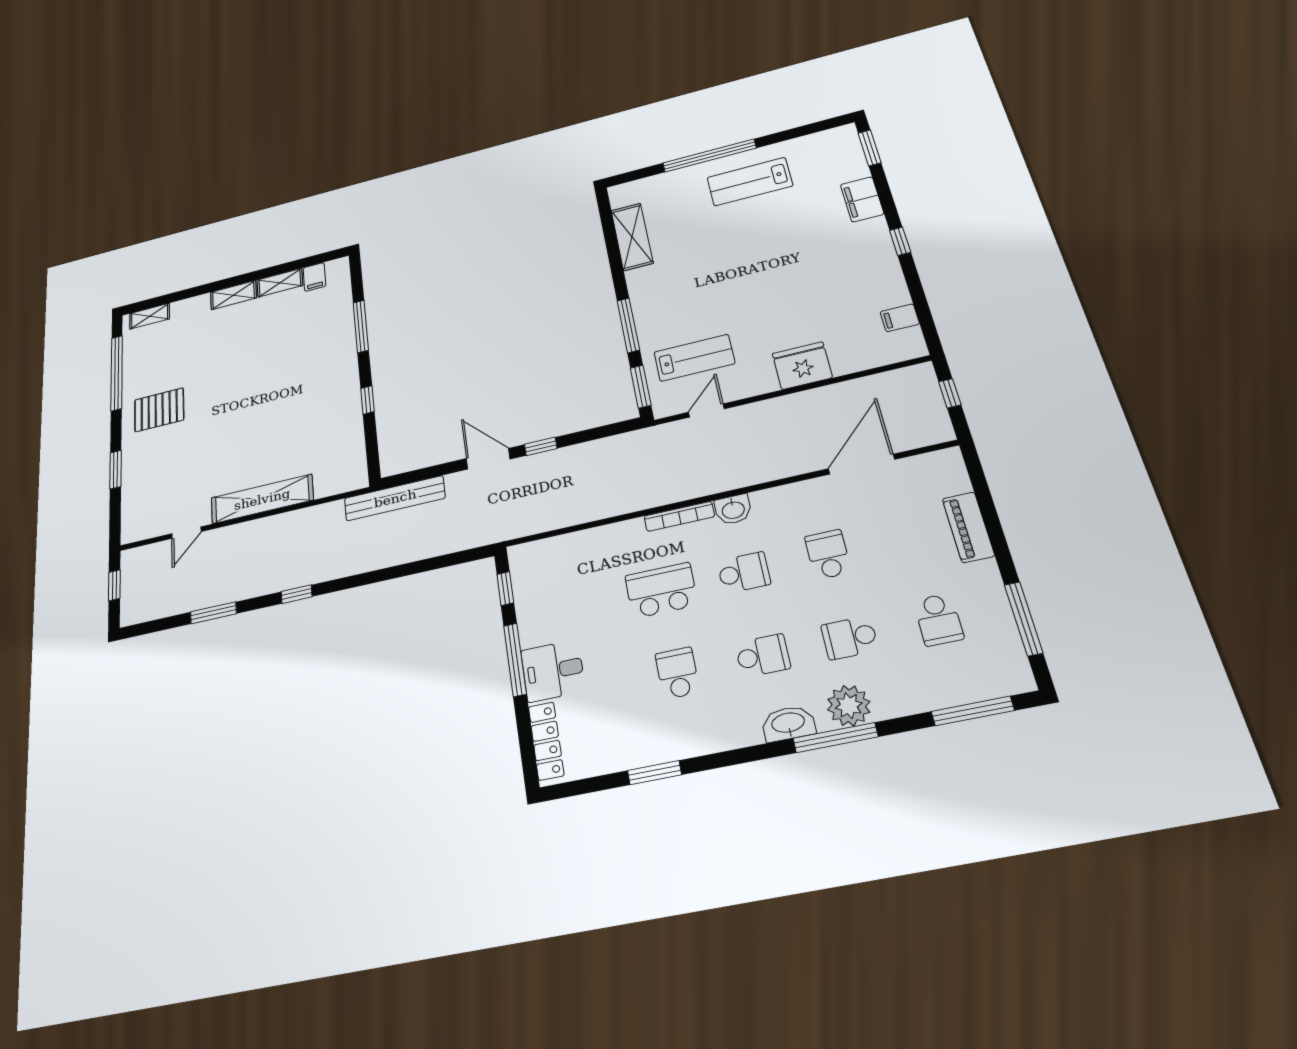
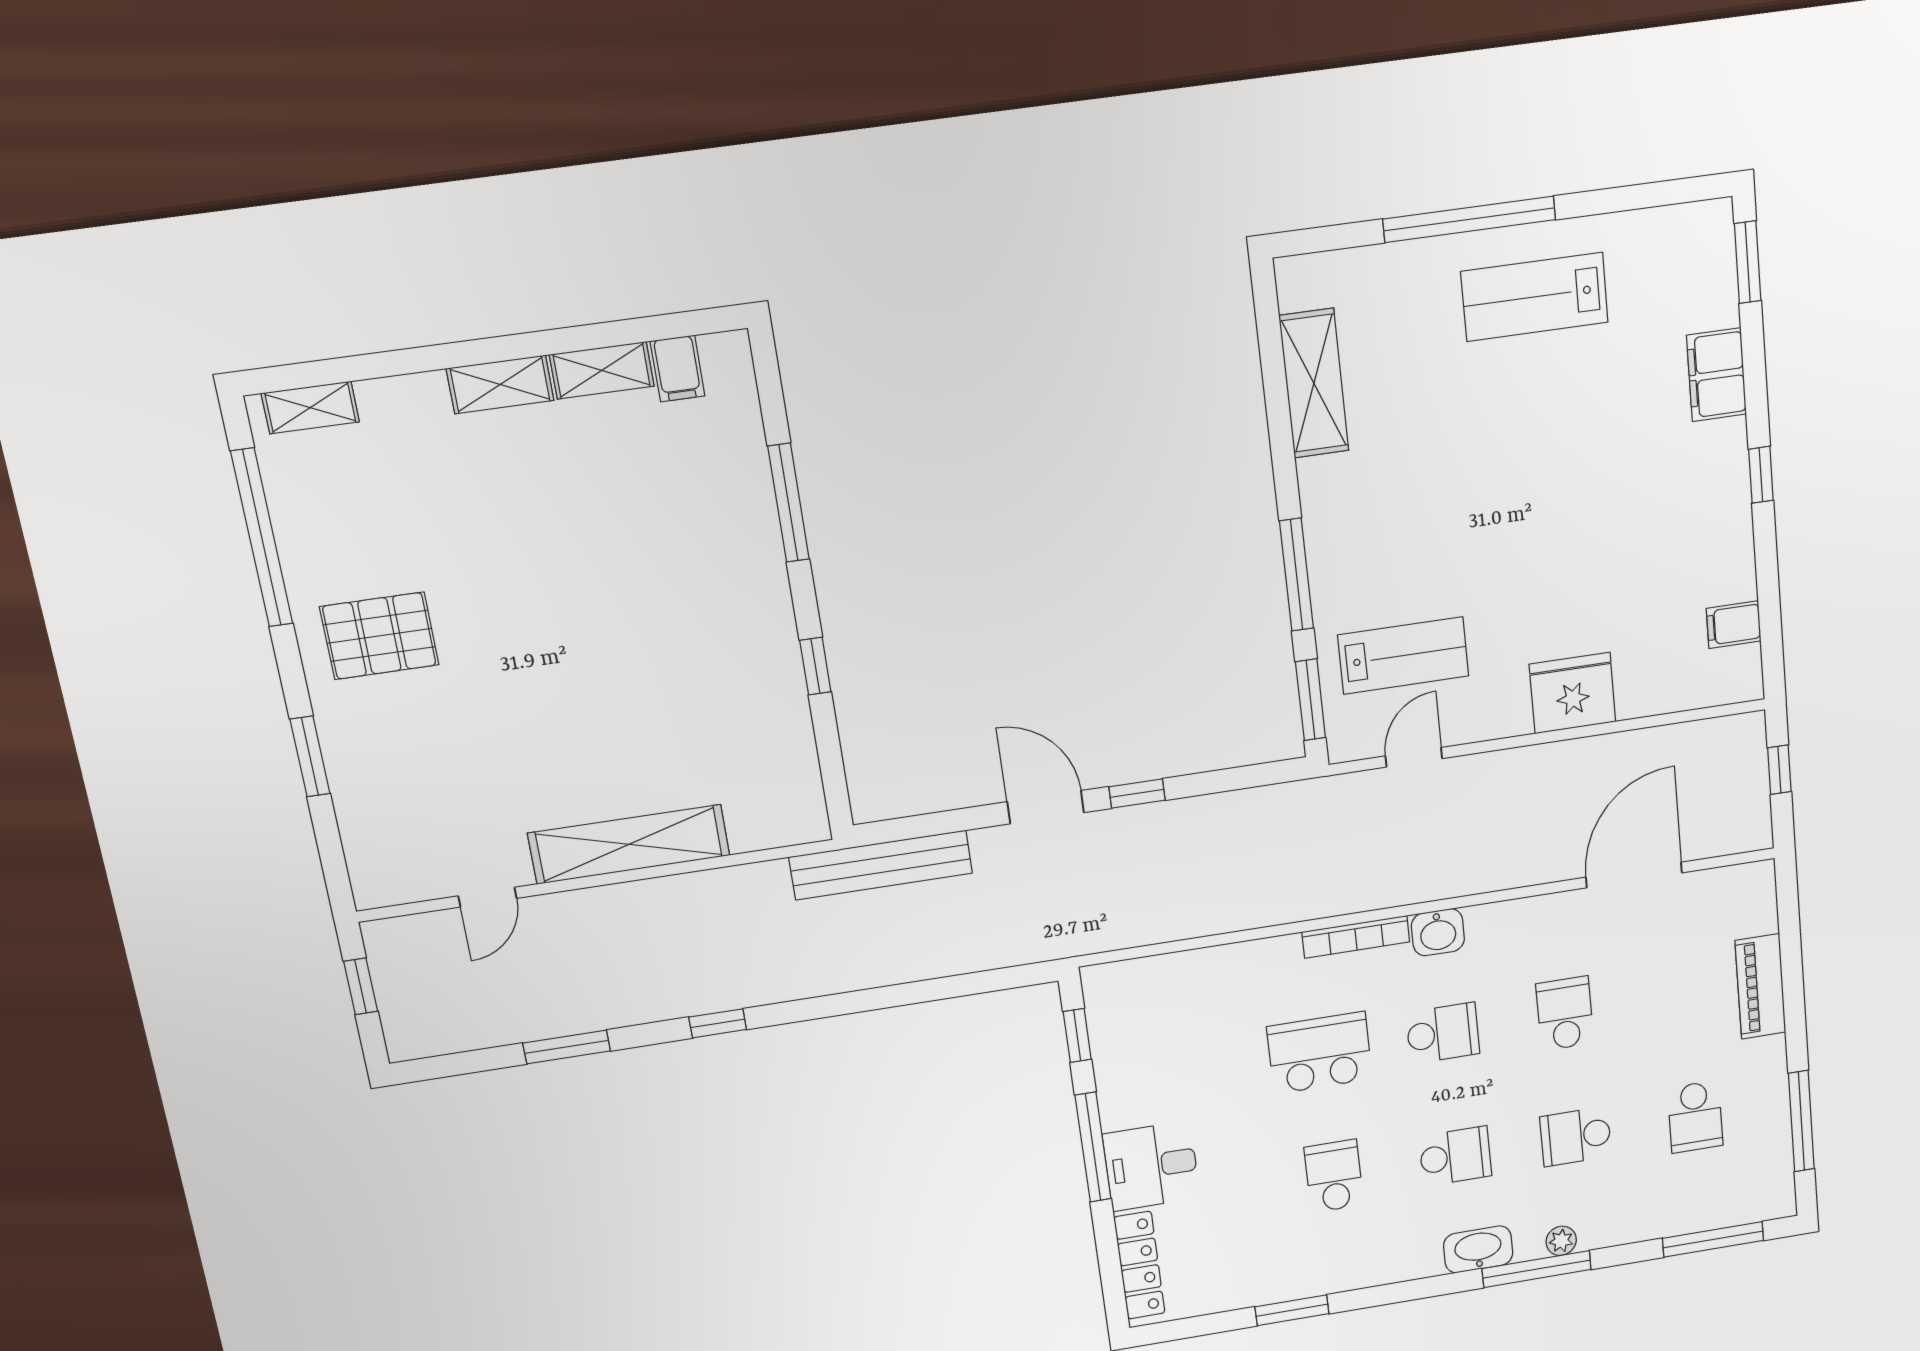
plant: (849, 706) -> (1561, 1241), width x0.53, depth x0.53

